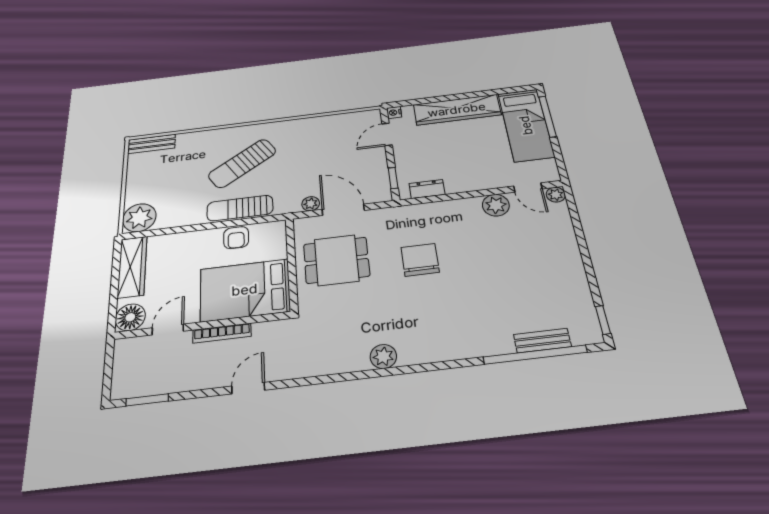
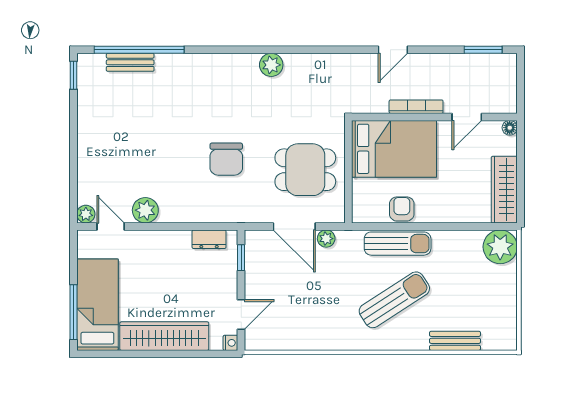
bench: (152, 144) -> (455, 341), moved
floor lamp: (130, 317) -> (510, 128), width x0.53, depth x0.53

